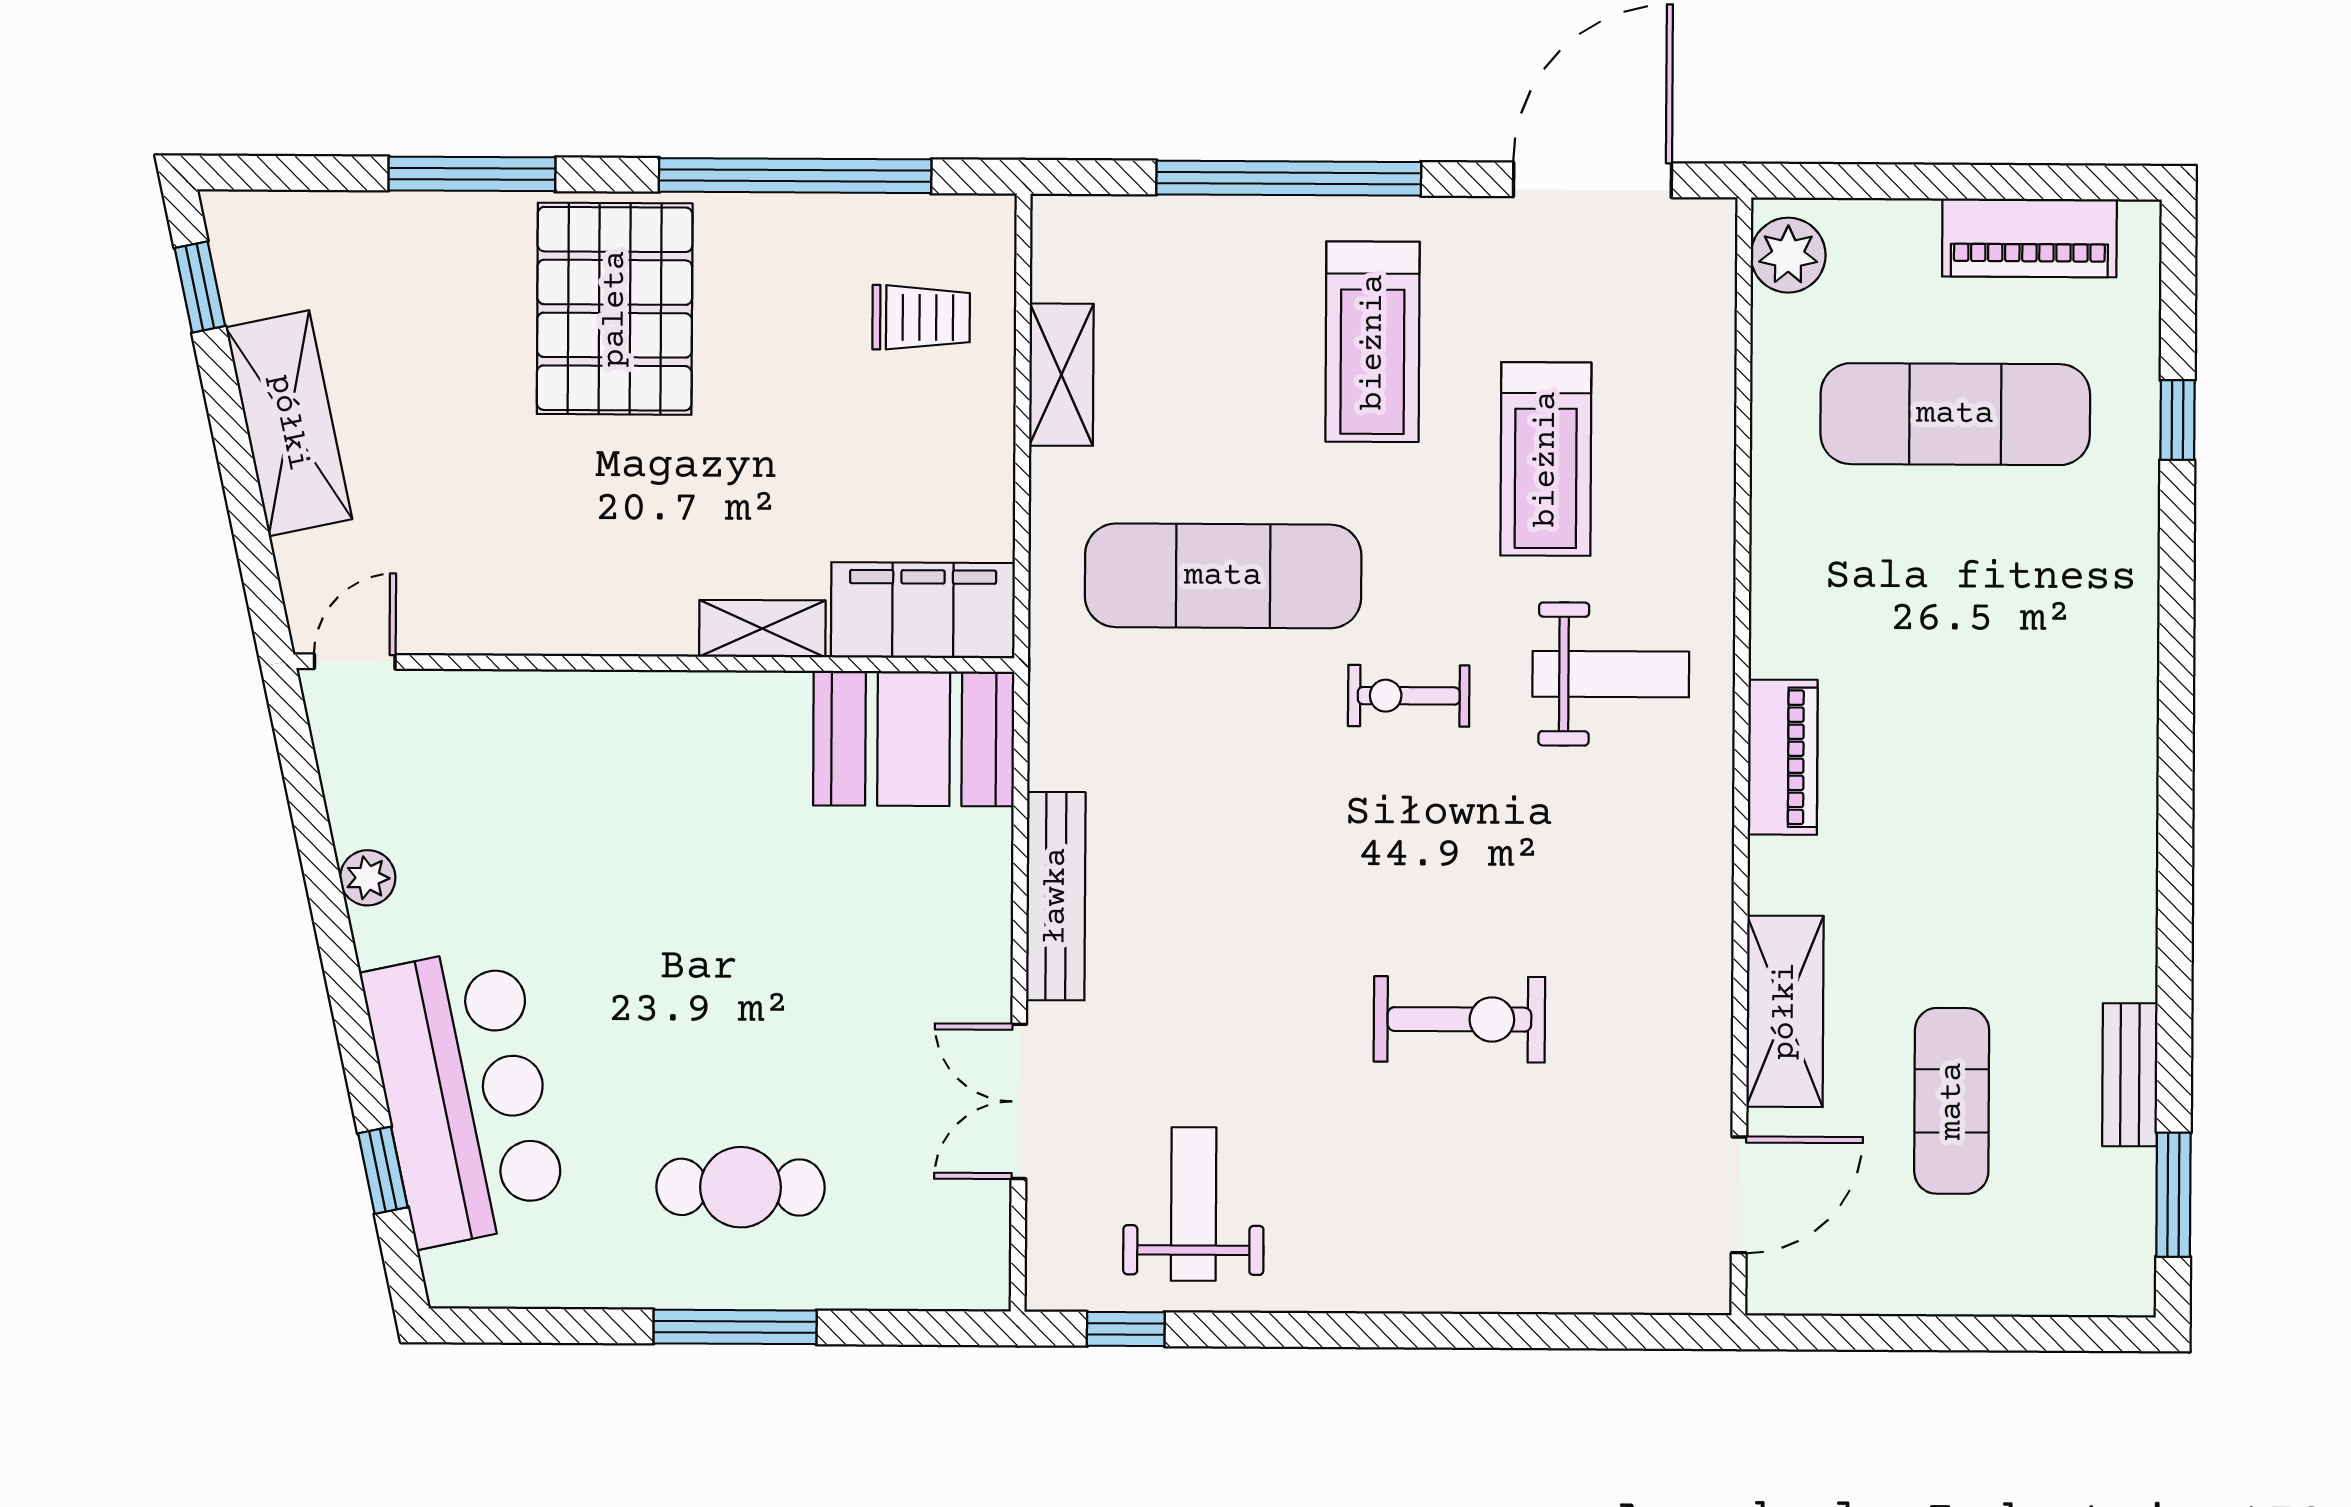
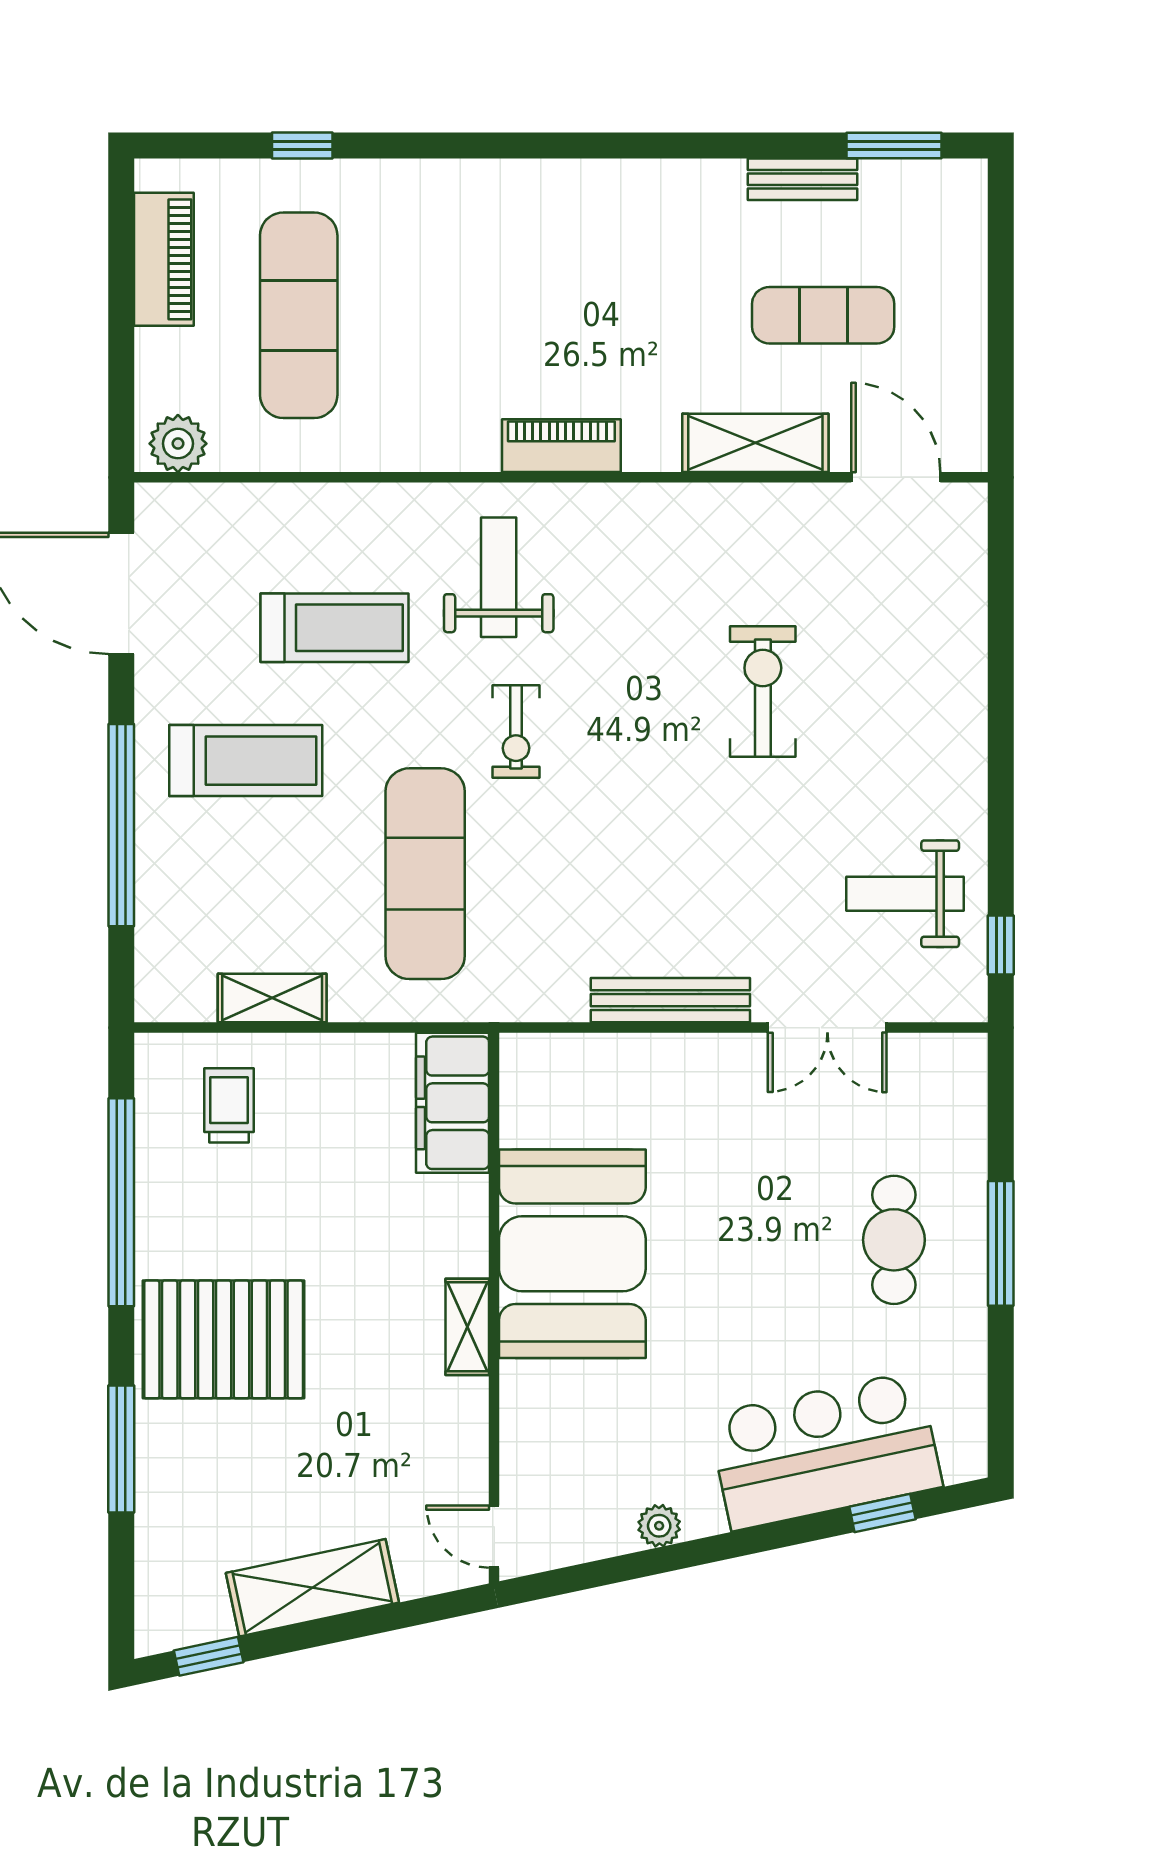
shelving: (762, 629) -> (467, 1327), moved
booth: (914, 739) -> (572, 1254), moved, width x1.36, depth x1.42

